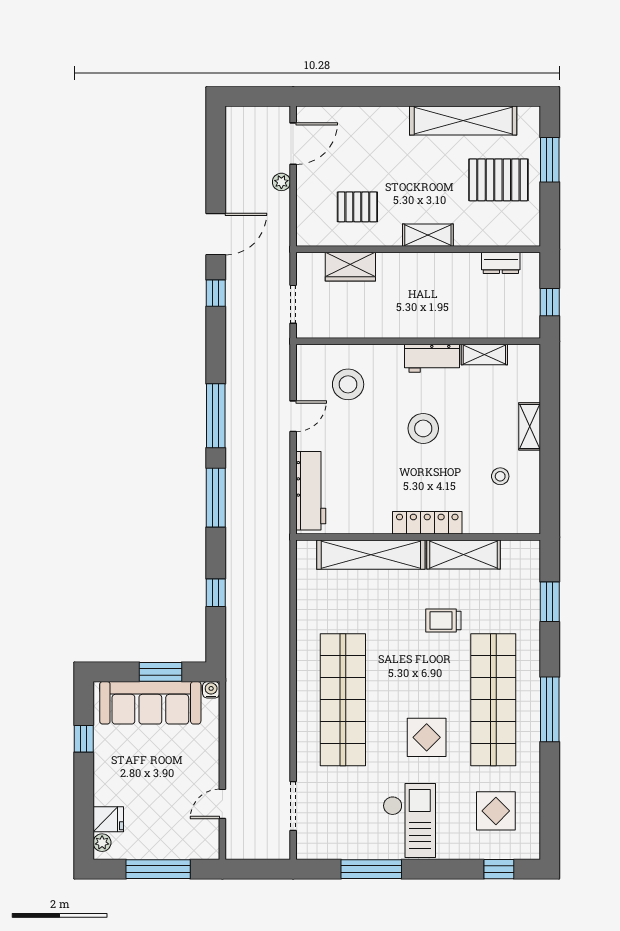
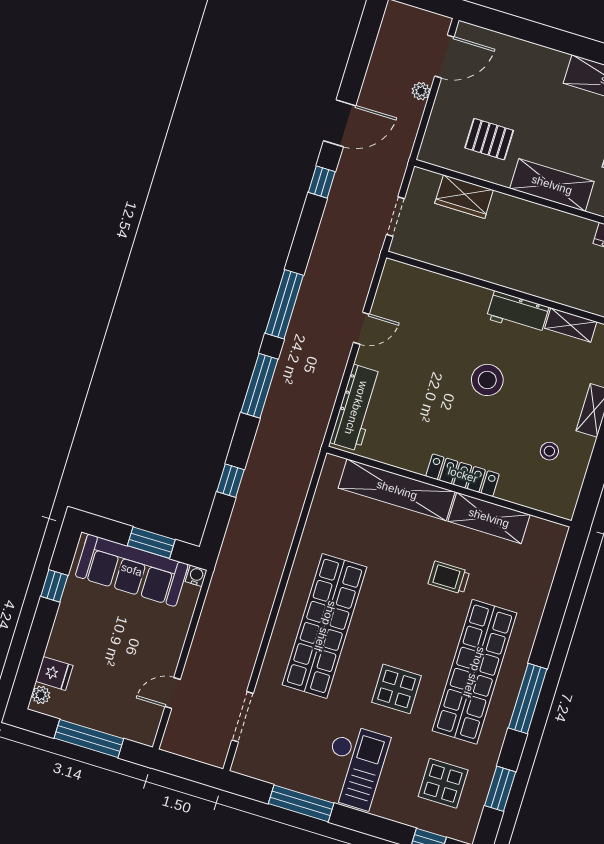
shelving: (428, 235) -> (552, 185), width x1.50, depth x1.33
stool: (348, 384) -> (426, 313), removed
window: (550, 602) -> (500, 789), moved

